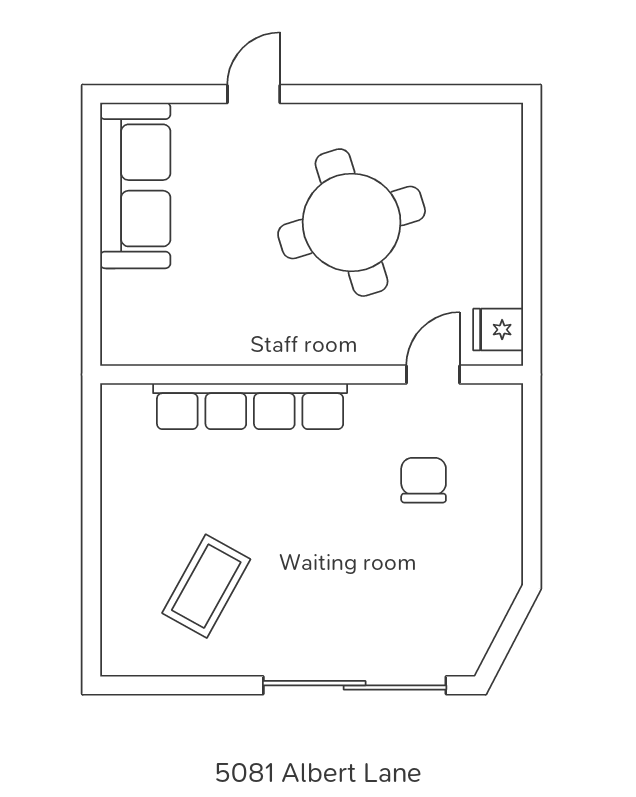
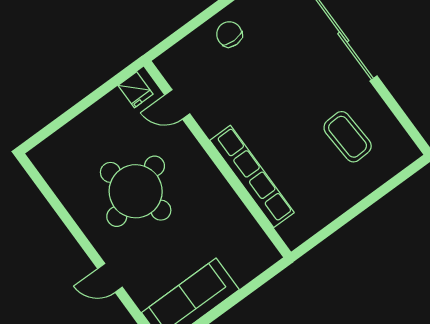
chair: (424, 480) -> (229, 34), moved, turned 90
coffee table: (206, 586) -> (348, 137), turned 58

